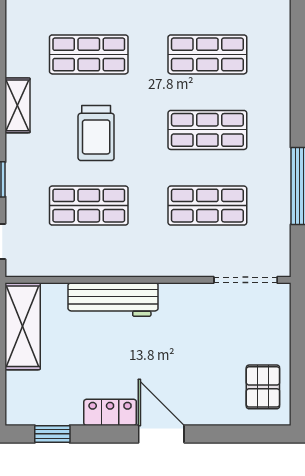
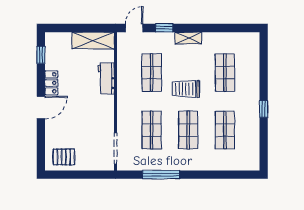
shelving: (18, 105) -> (188, 38), moved
trolley: (96, 133) -> (186, 89), moved
workbench: (113, 300) -> (106, 78), width x0.73

